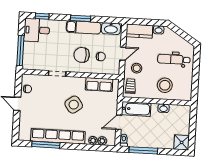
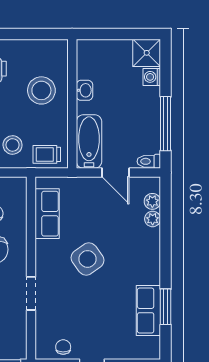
row of seats: (58, 136) -> (148, 311), width x0.50
washing machine: (169, 144) -> (152, 77), added
window: (46, 145) -> (166, 307), width x0.69

